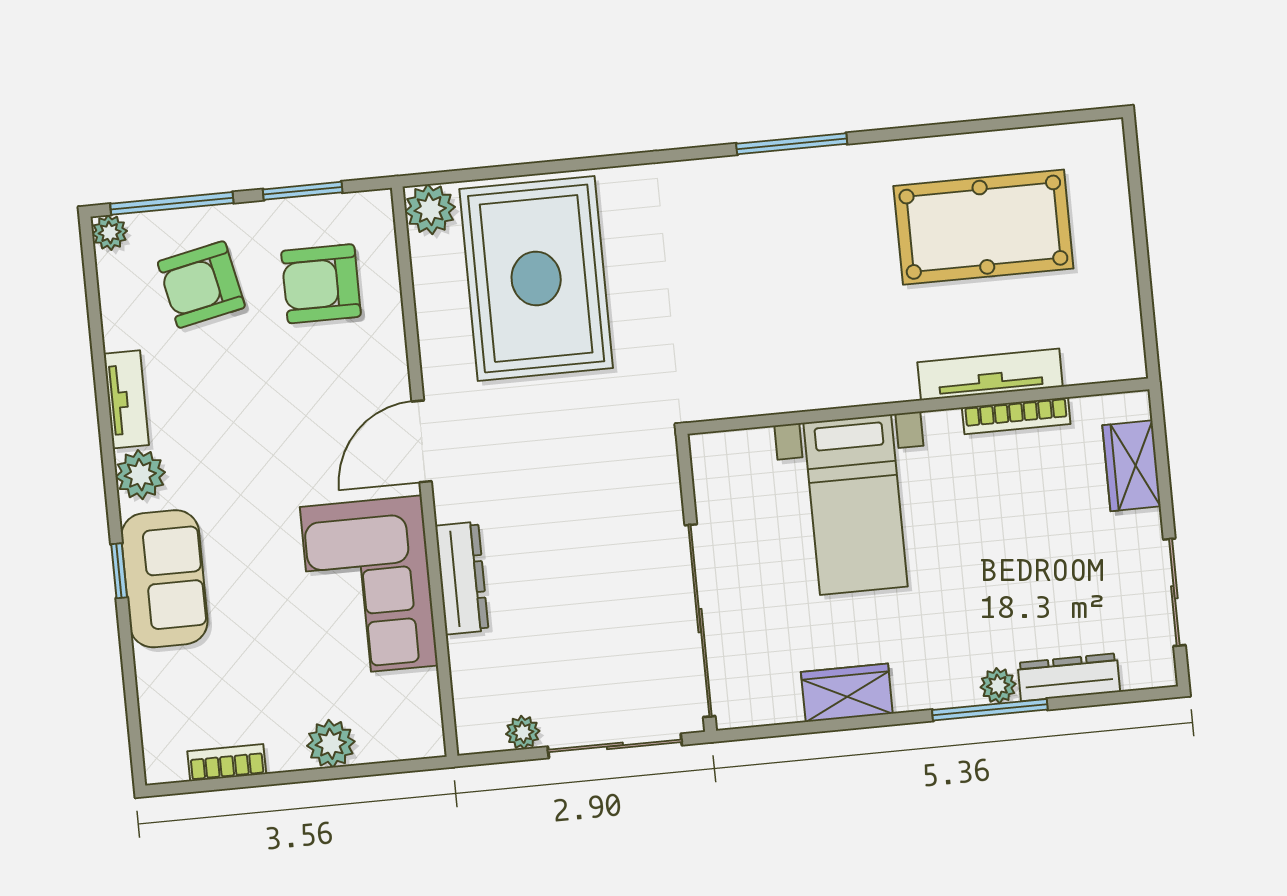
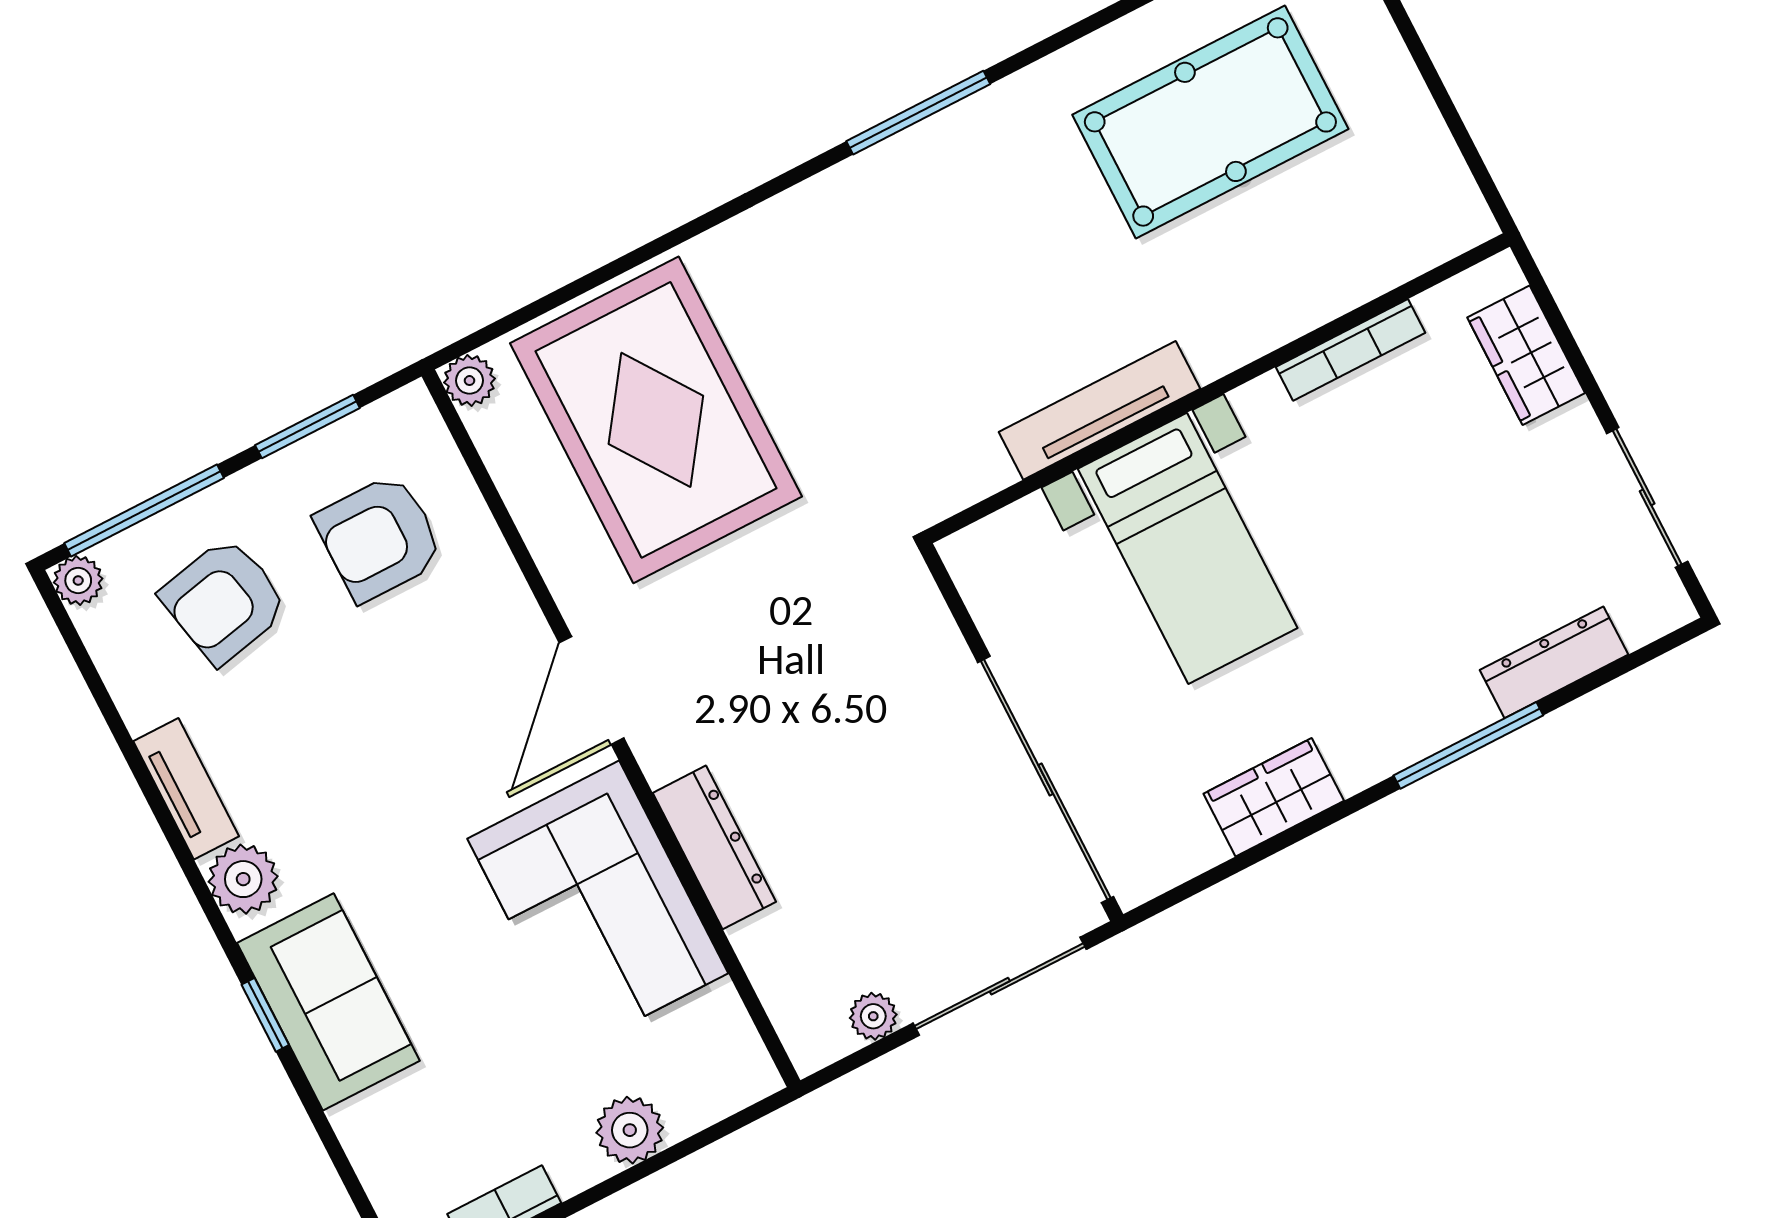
plant: (430, 209) -> (470, 381), width x0.73, depth x0.73
tv unit: (990, 374) -> (1099, 410), moved
plant: (998, 686) -> (1466, 710), removed

